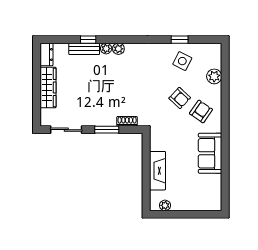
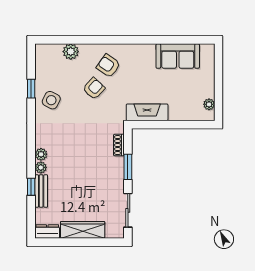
side table: (182, 61) -> (51, 100), moved
sofa: (210, 153) -> (178, 56), moved
fireplace: (158, 171) -> (147, 112), moved

